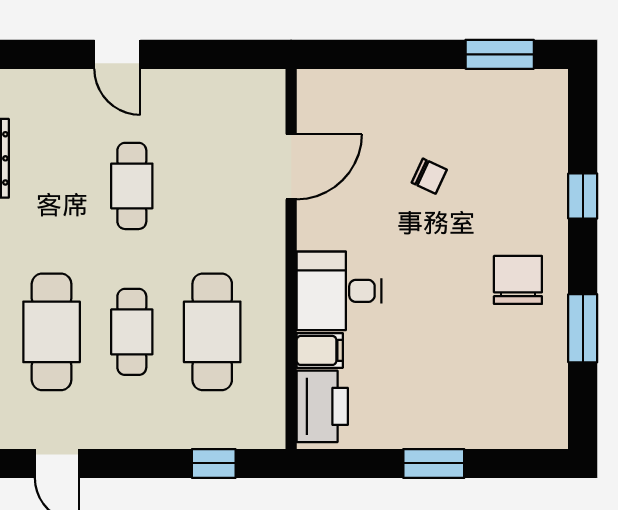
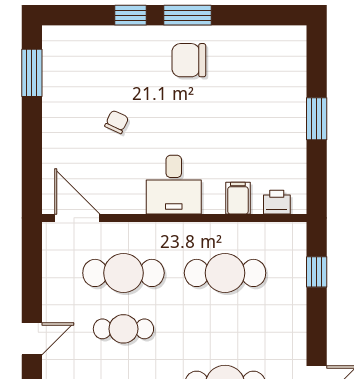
door: (291, 167) -> (77, 218), moved
desk: (339, 291) -> (174, 185), moved
window: (583, 328) -> (187, 15), moved
cafe table: (132, 332) -> (123, 273), moved, width x1.37, depth x1.35
printer: (322, 406) -> (277, 202), width x0.53, depth x0.68

